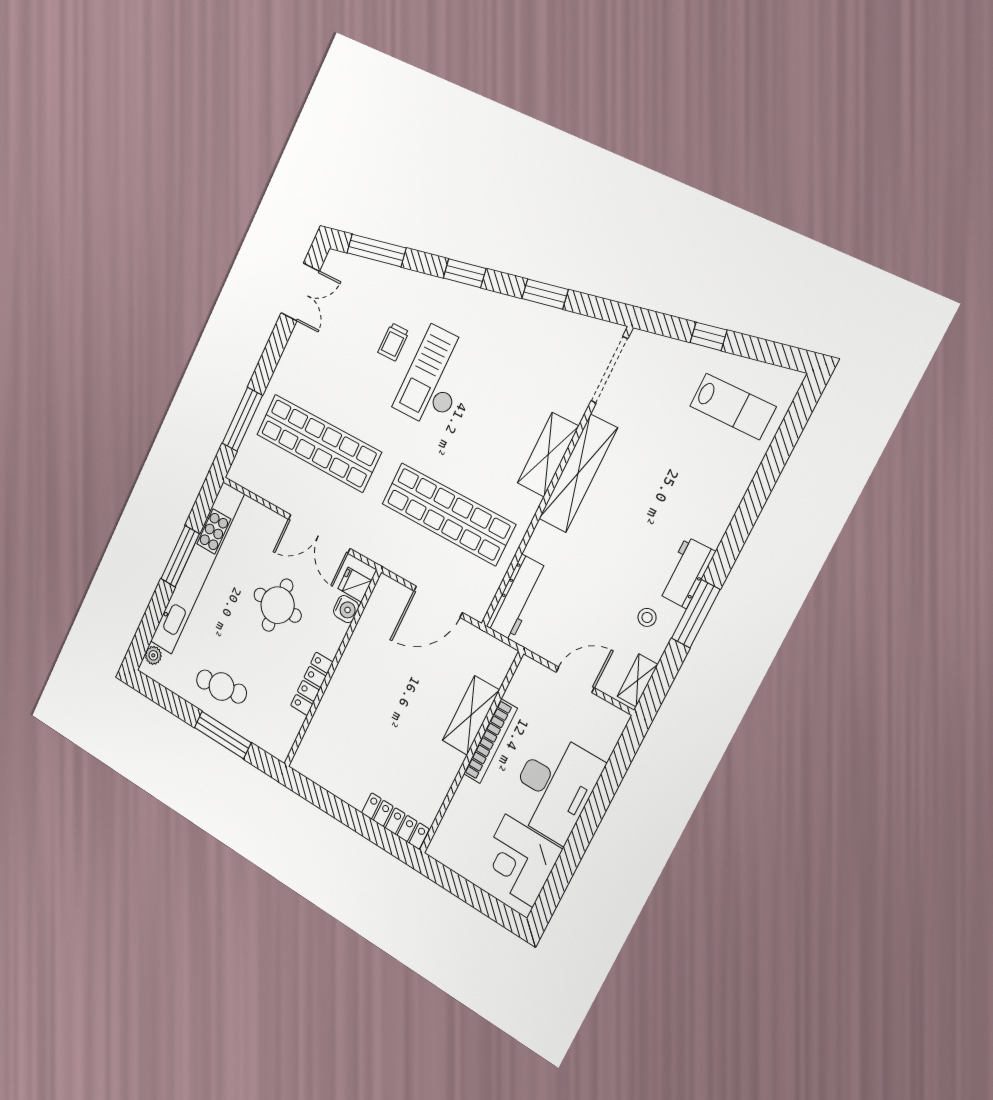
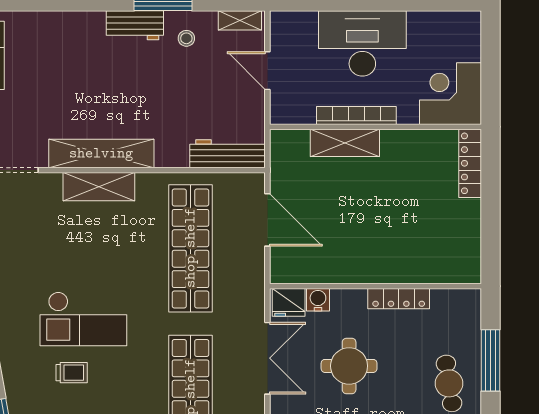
fridge: (355, 585) -> (289, 302), width x1.38
corner desk: (519, 861) -> (451, 94), moved, turned 180

